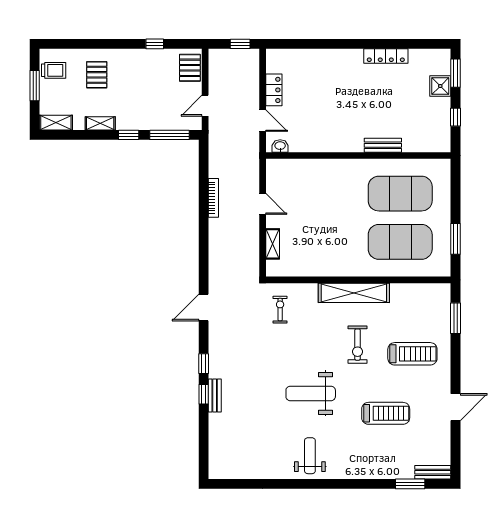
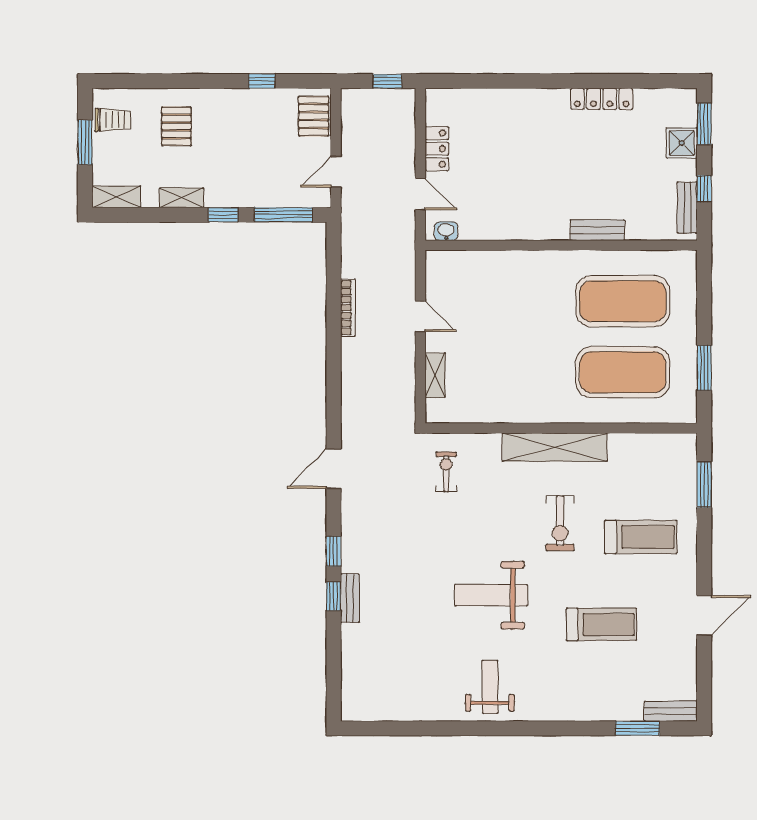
bench: (444, 130) -> (687, 208), added

